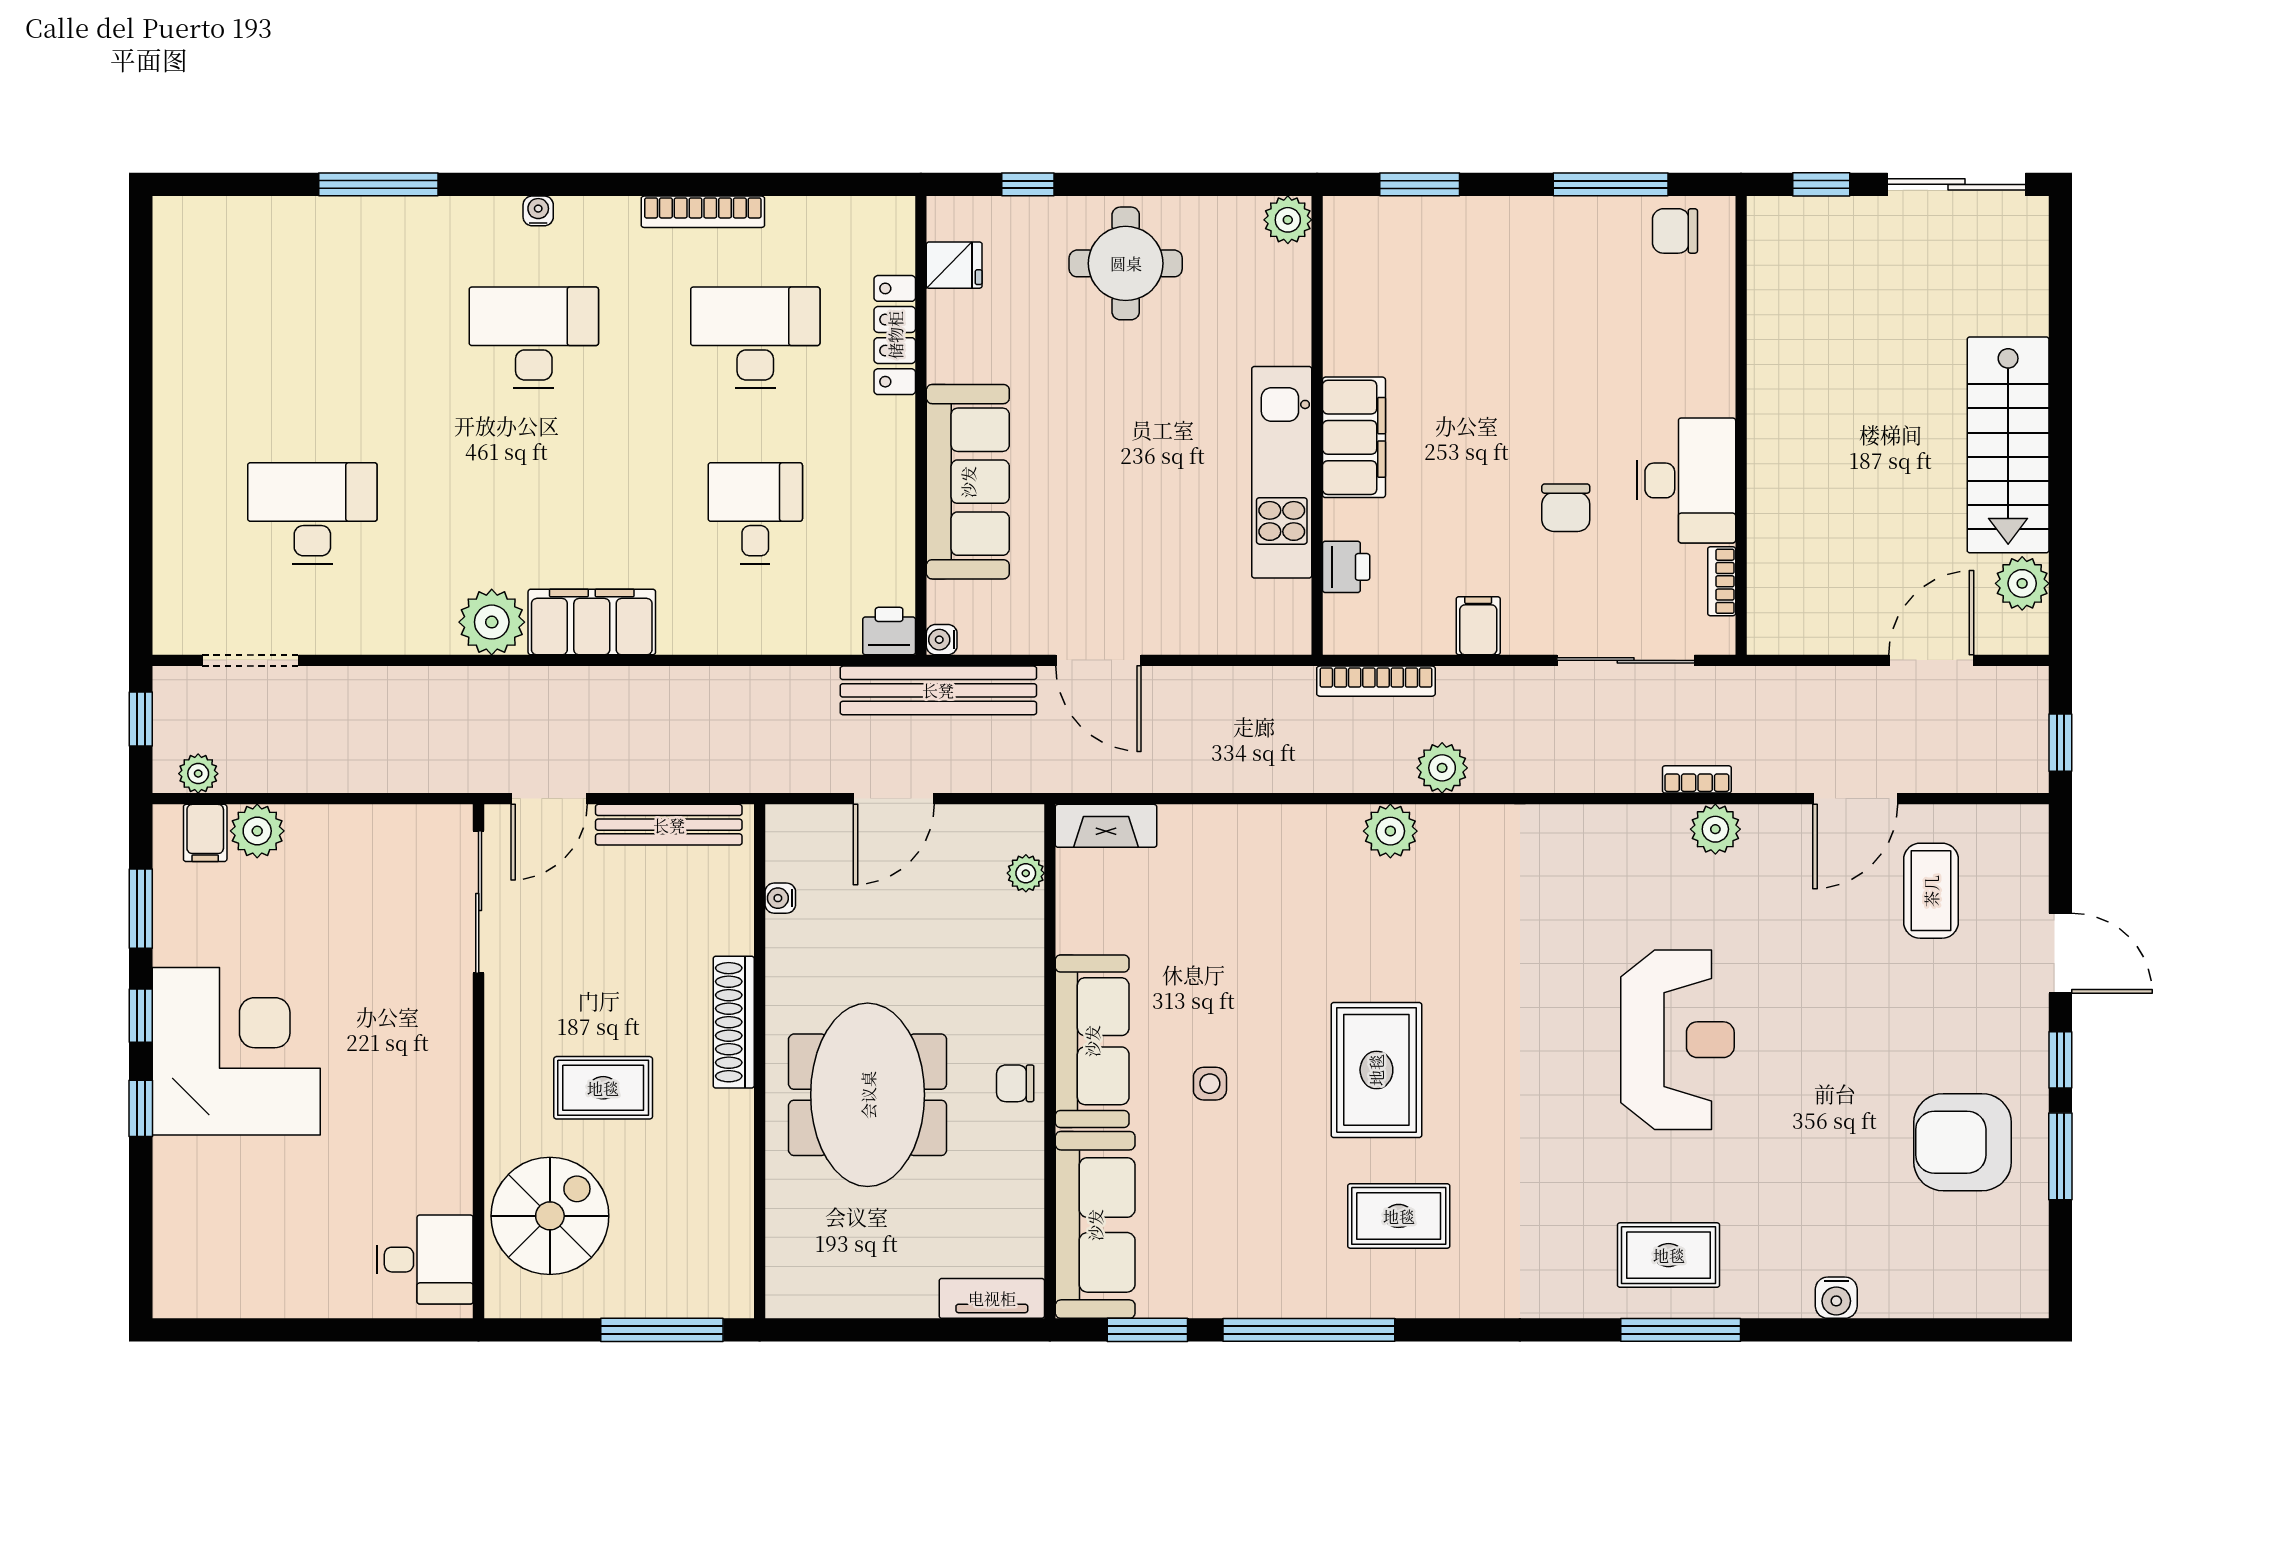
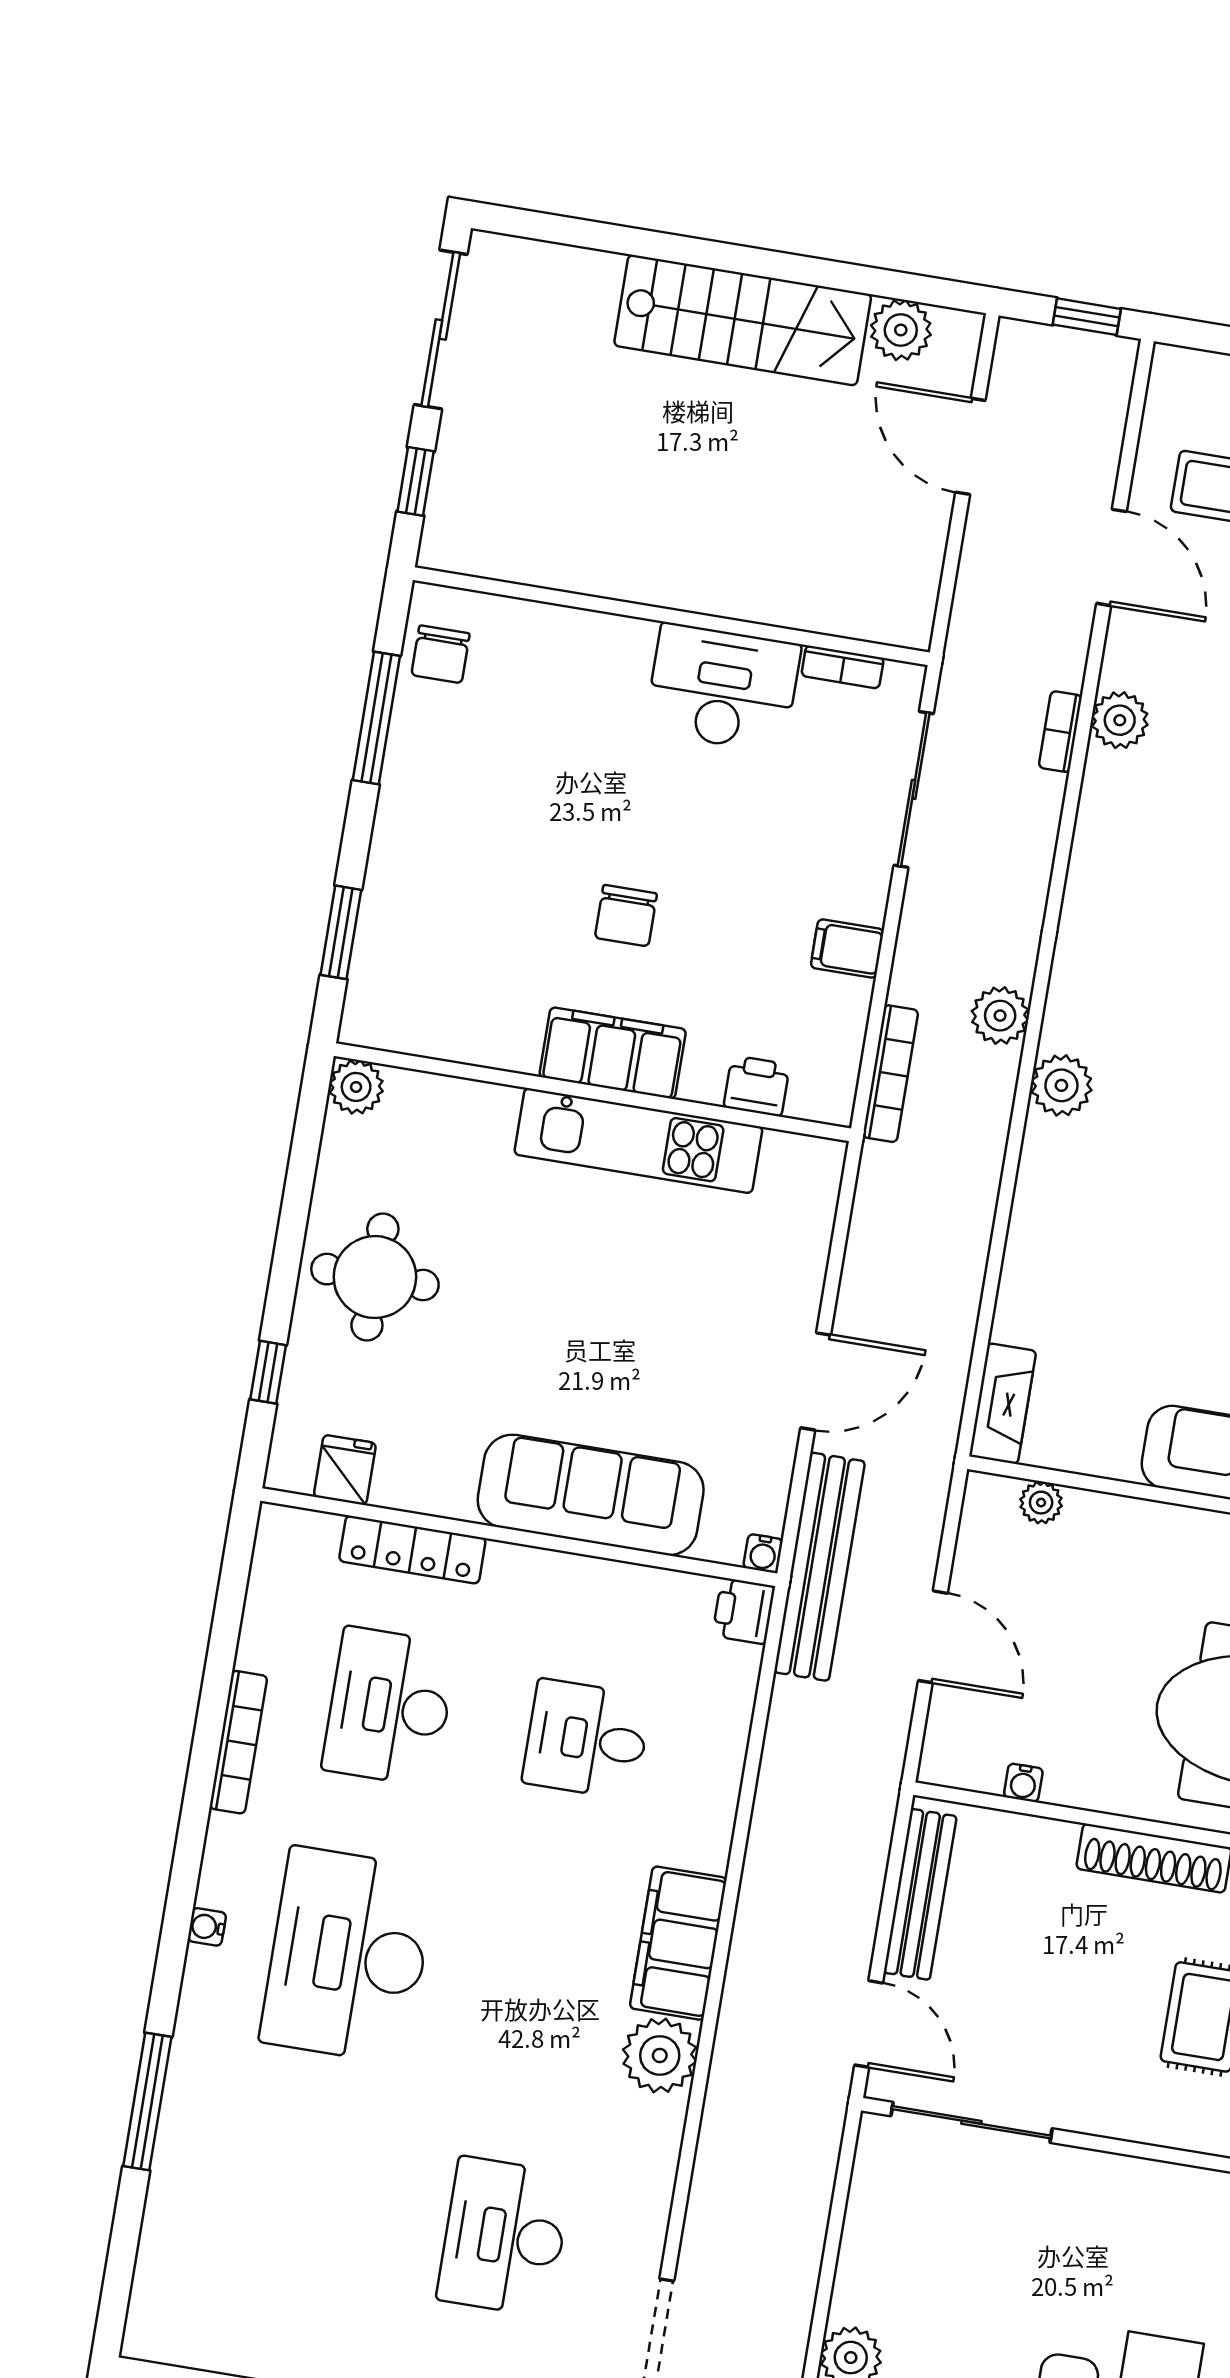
desk: (534, 338) -> (348, 1955), width x1.36, depth x1.30
chair: (1566, 508) -> (626, 916), moved, turned 90

